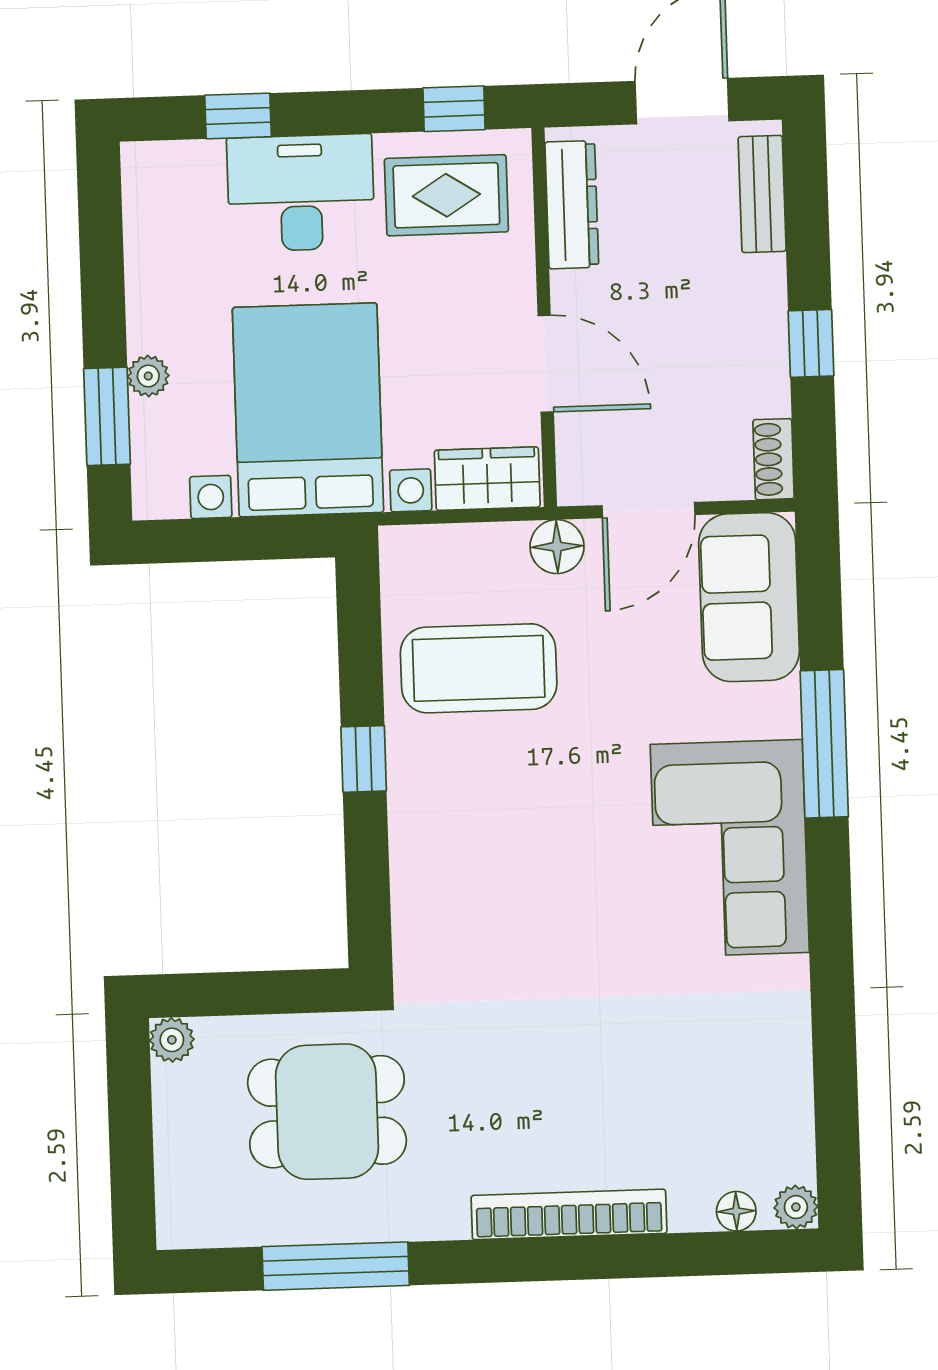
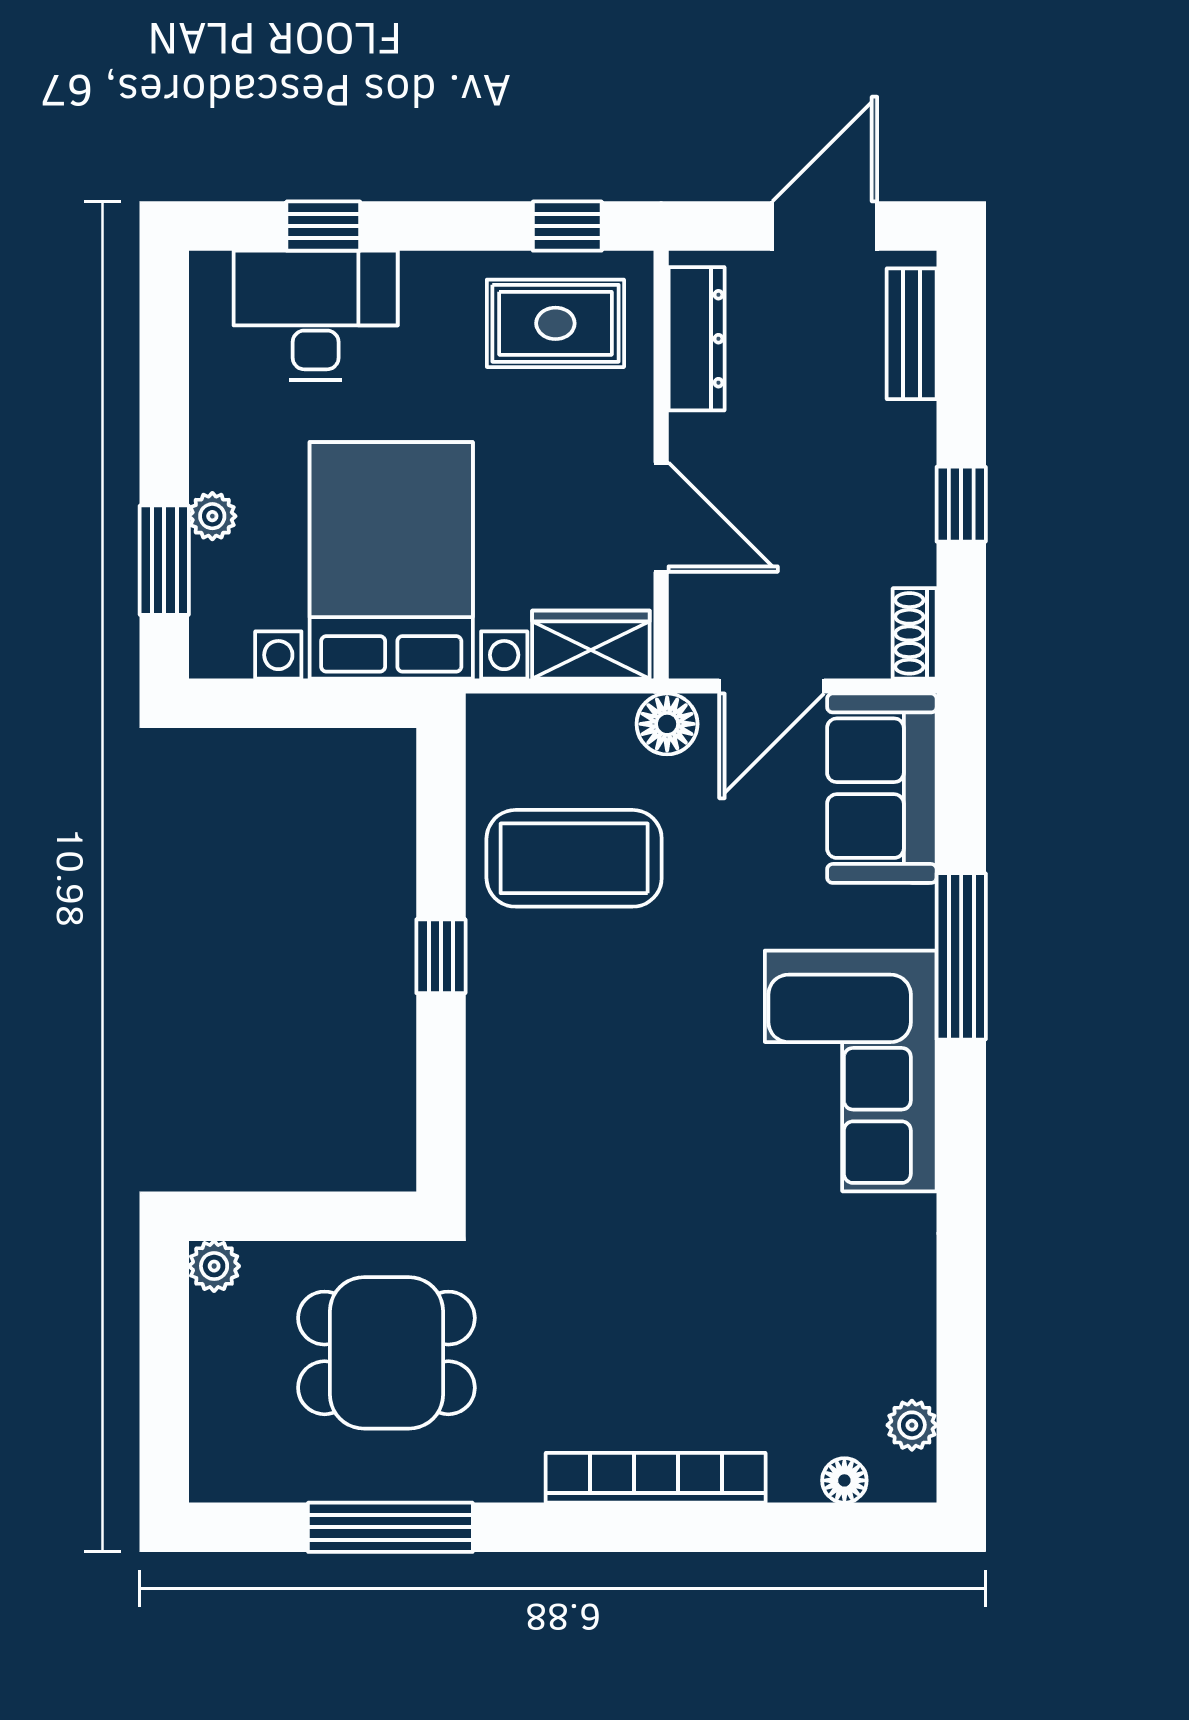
desk: (301, 193) -> (316, 315), moved
plant: (796, 1207) -> (912, 1425), moved

